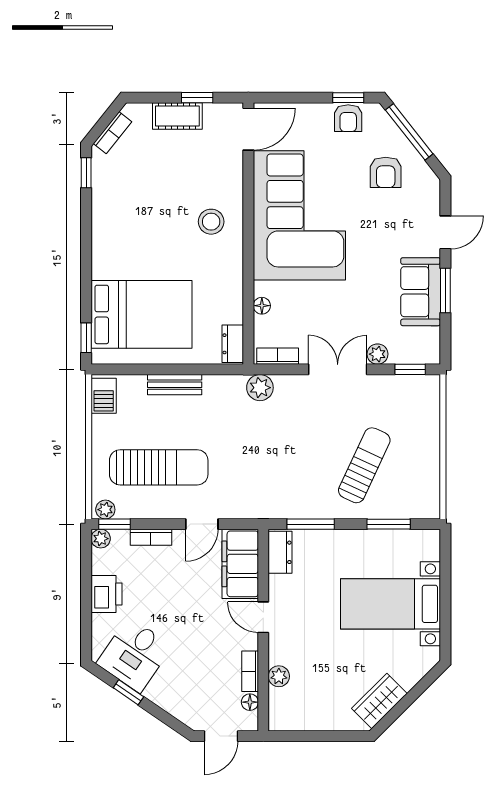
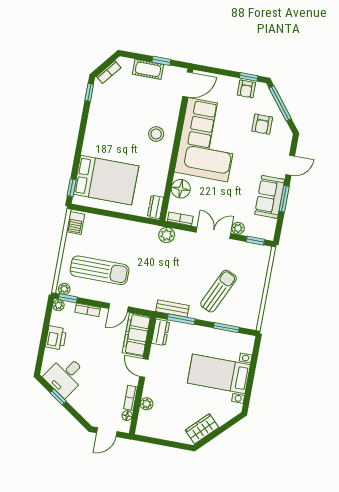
floor lamp: (262, 306) -> (181, 189), width x1.89, depth x1.89
bench: (175, 385) -> (172, 308), moved

